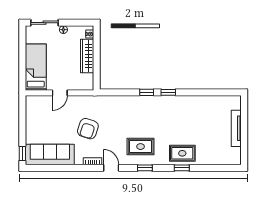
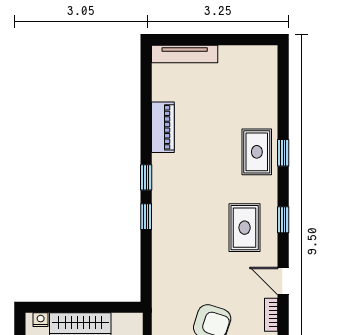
piano: (196, 102) -> (163, 127), added
tv unit: (236, 128) -> (185, 54), moved
door: (111, 168) -> (283, 281), hinge flipped

